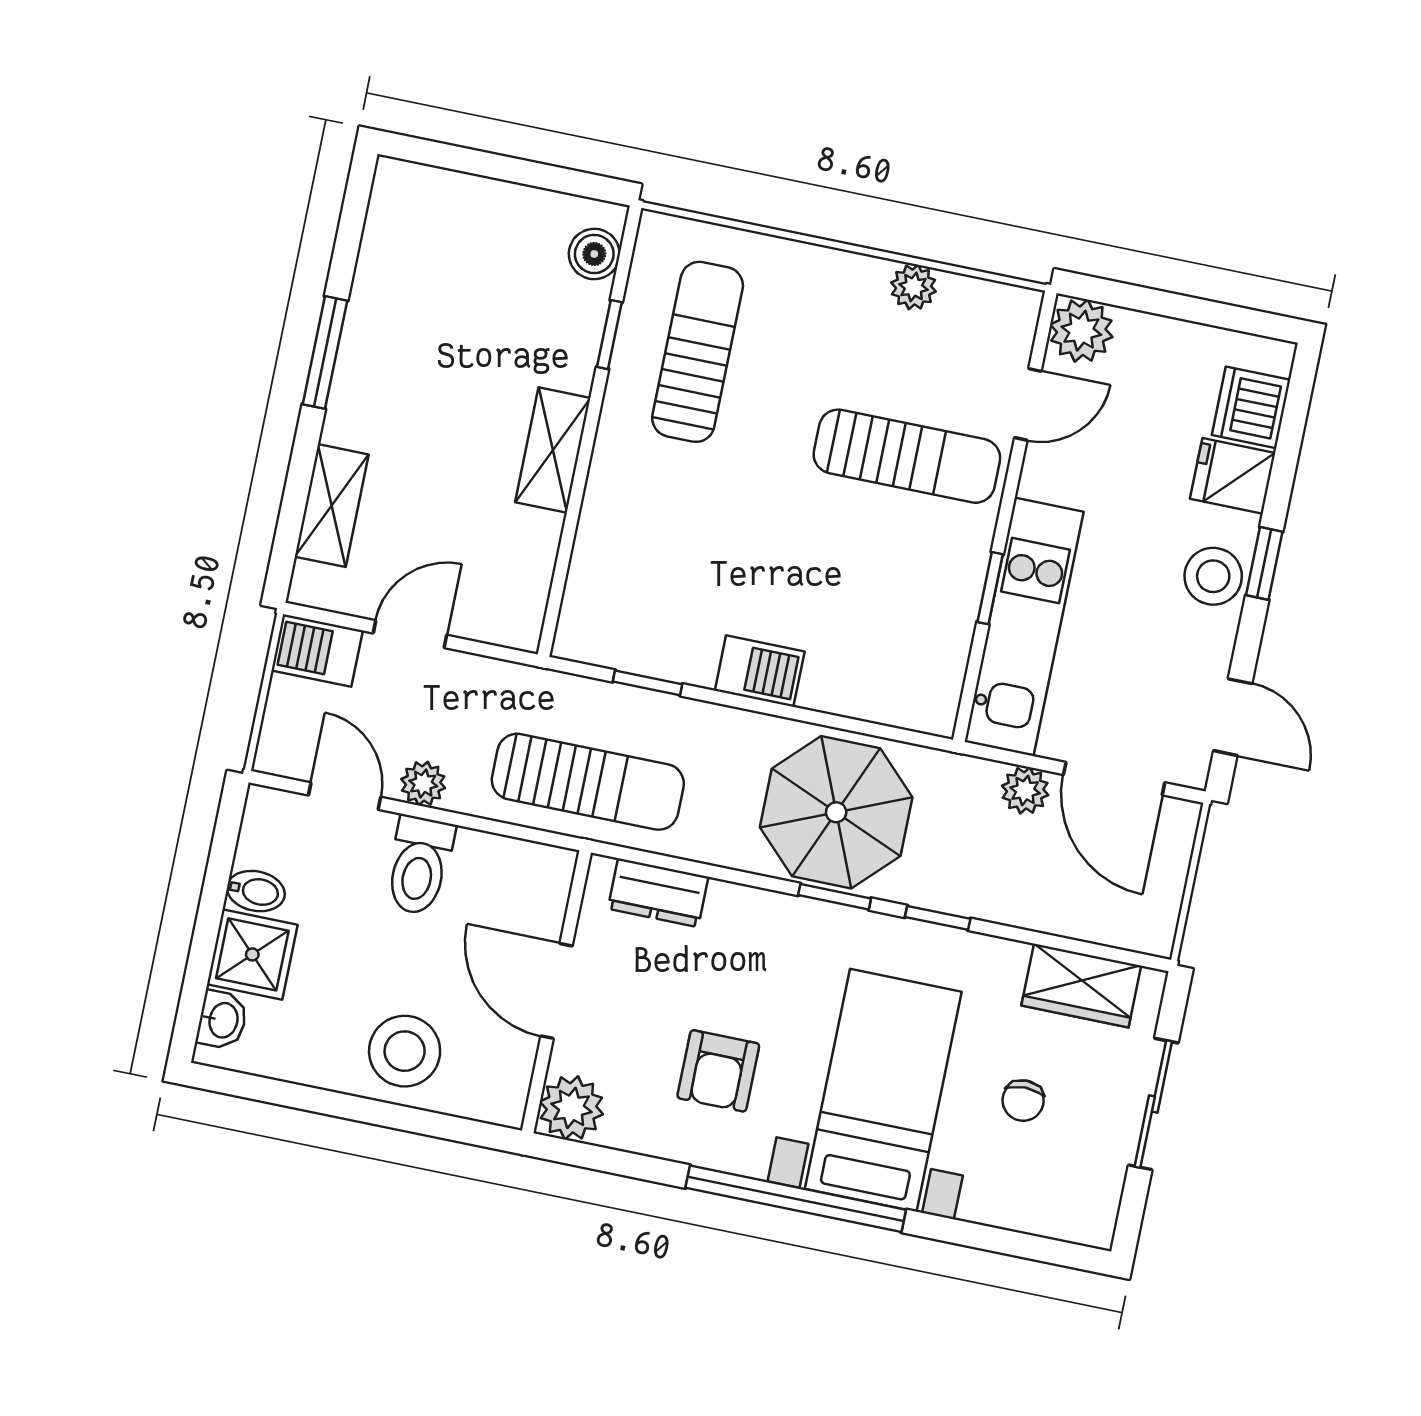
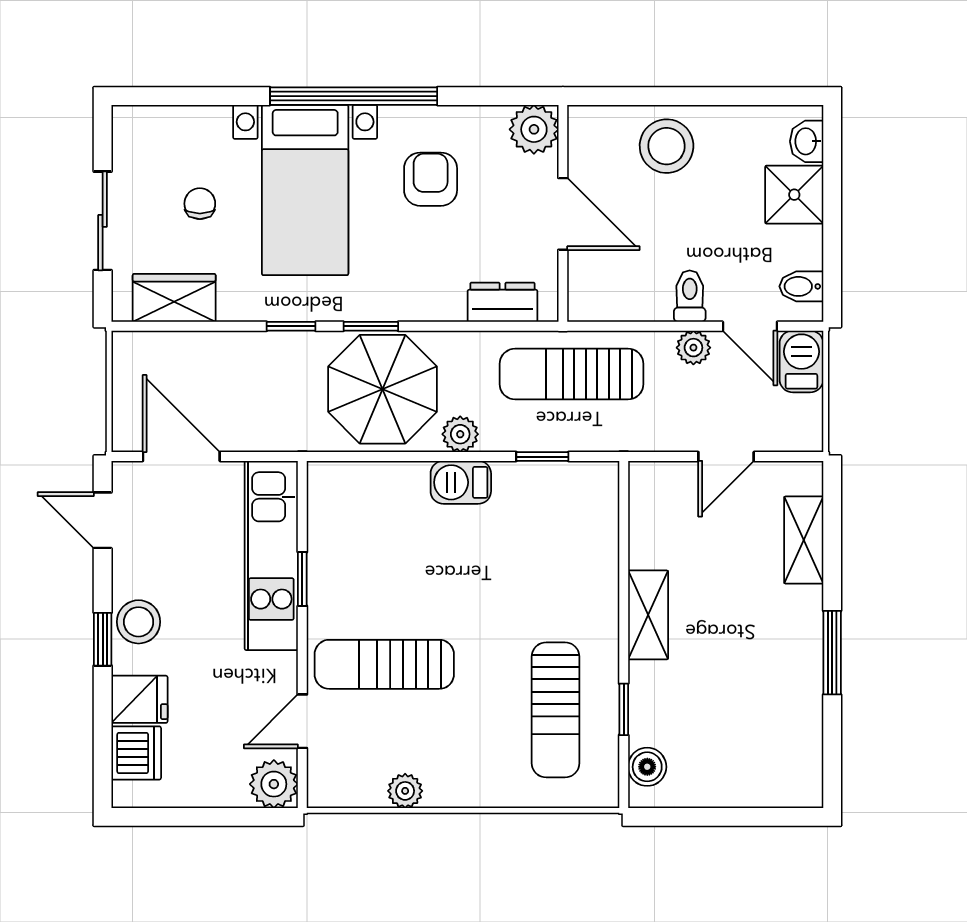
barbecue: (317, 650) -> (801, 361), moved, turned -90
plant: (1025, 790) -> (460, 434), moved
toilet: (419, 865) -> (690, 296), width x0.73, depth x0.72
bidet: (256, 891) -> (801, 286), moved

